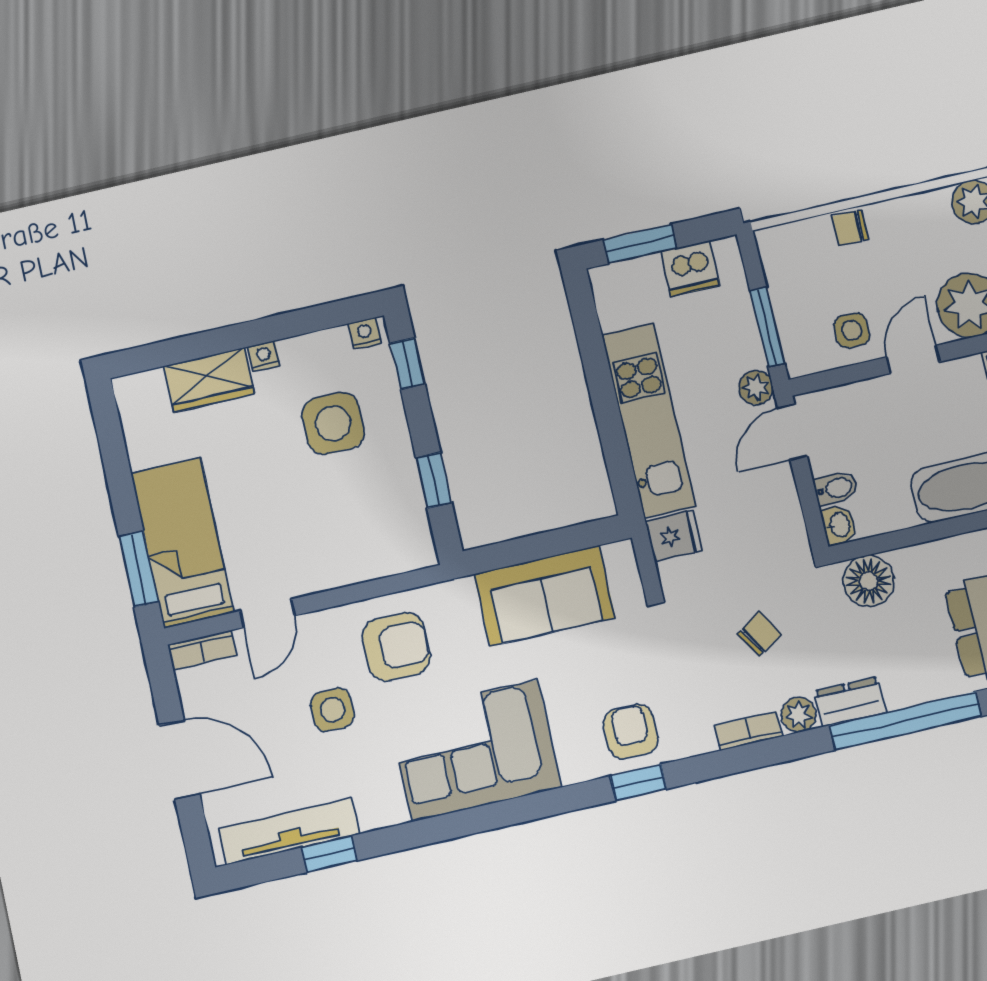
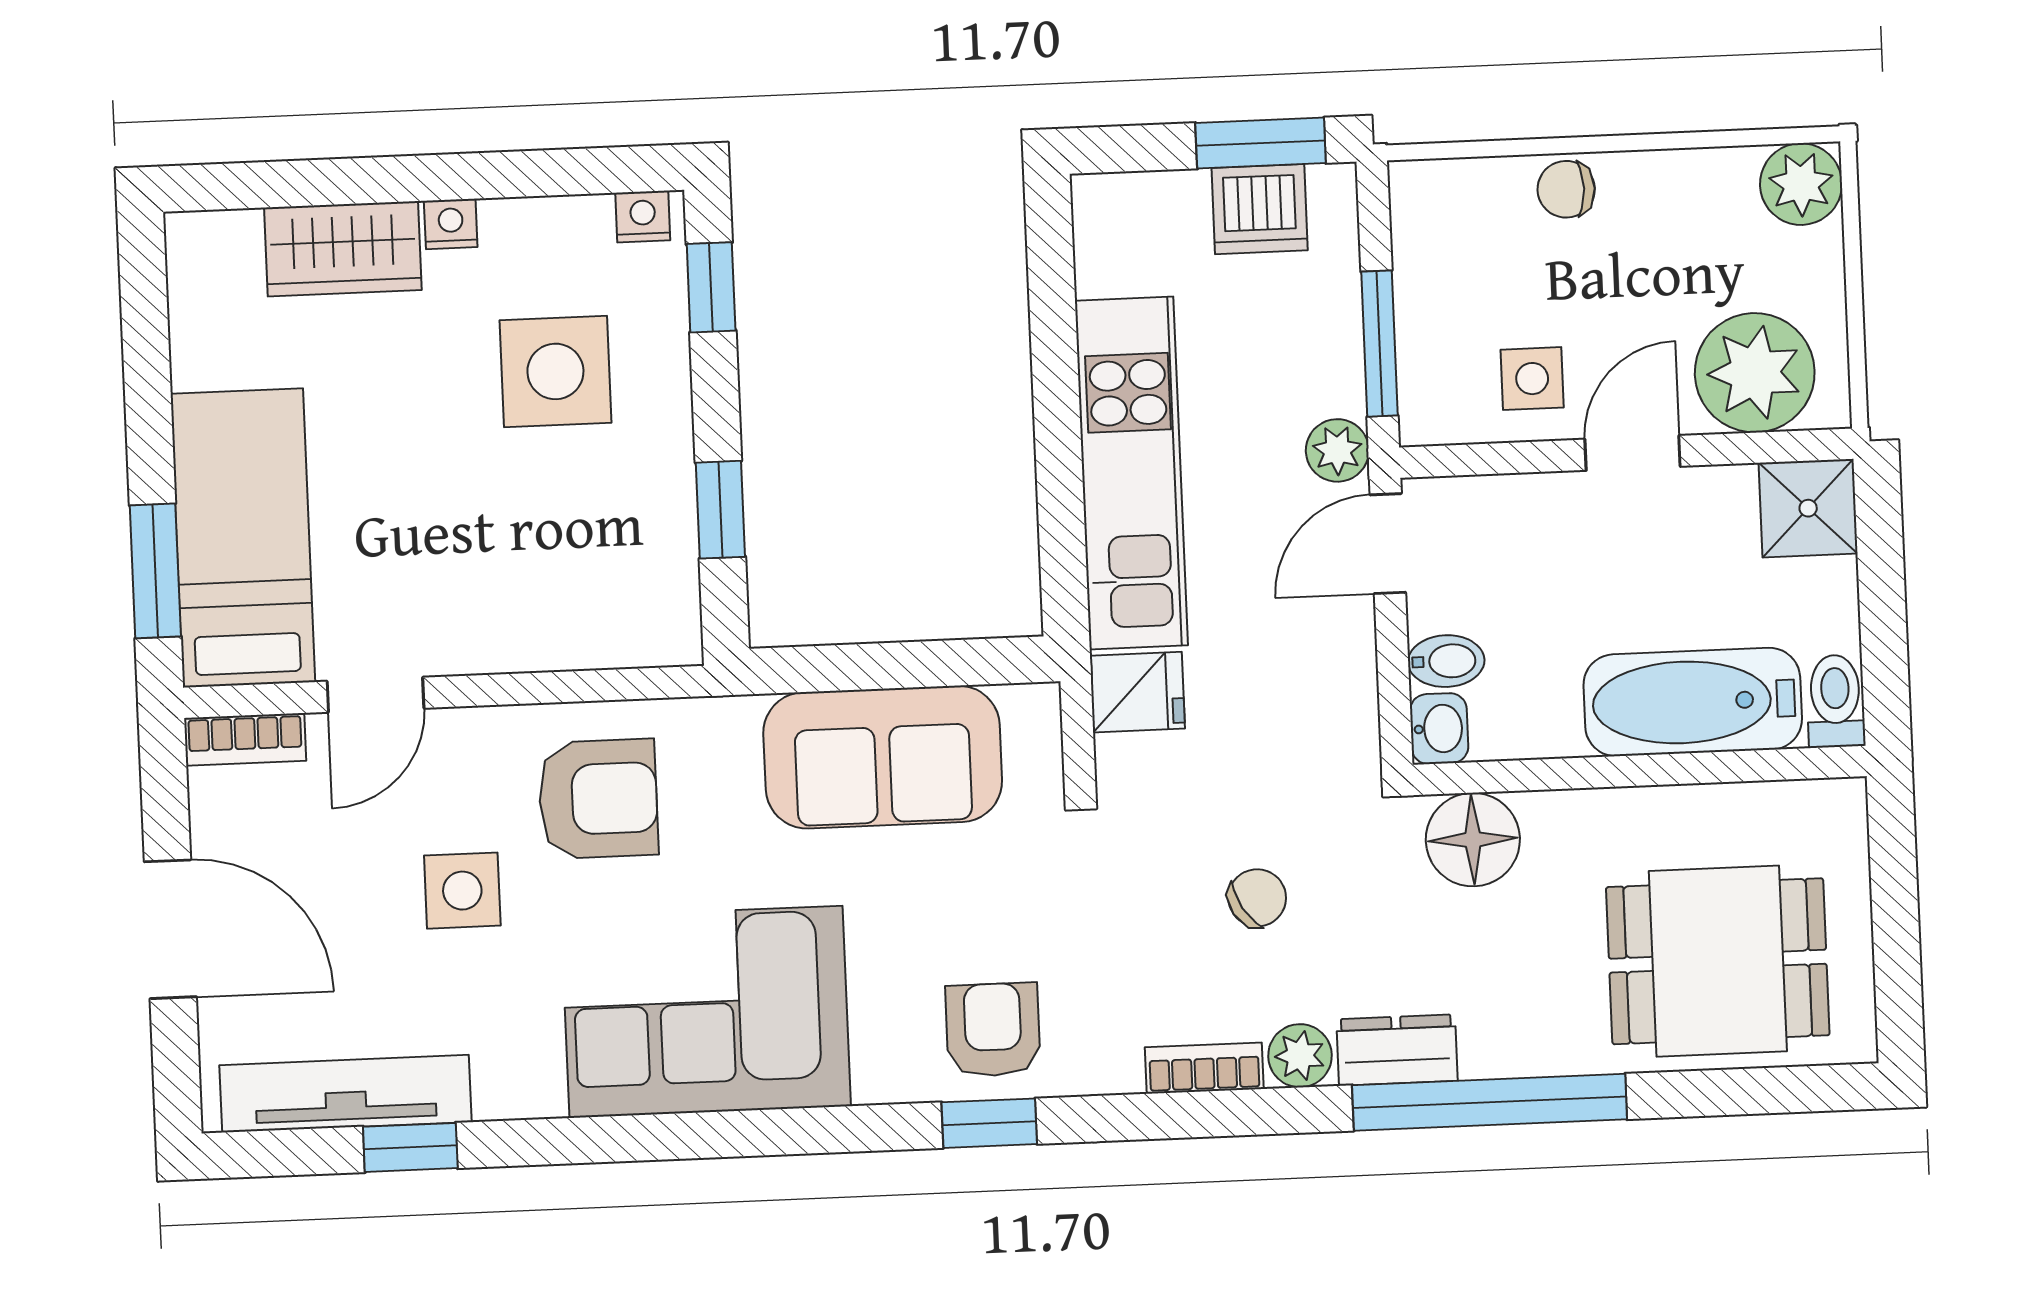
window: (640, 244) -> (1261, 143), moved

